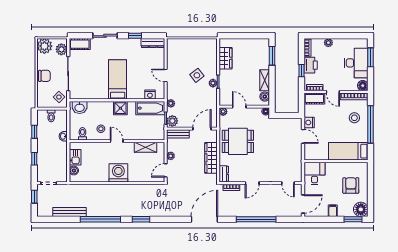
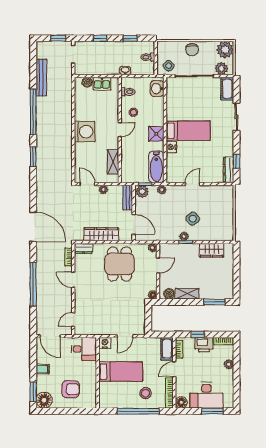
window: (135, 36) -> (236, 161), moved
nightstand: (150, 95) -> (171, 147), moved
nightstand: (309, 123) -> (105, 343), moved
bed: (348, 151) -> (121, 372), moved, turned 90

